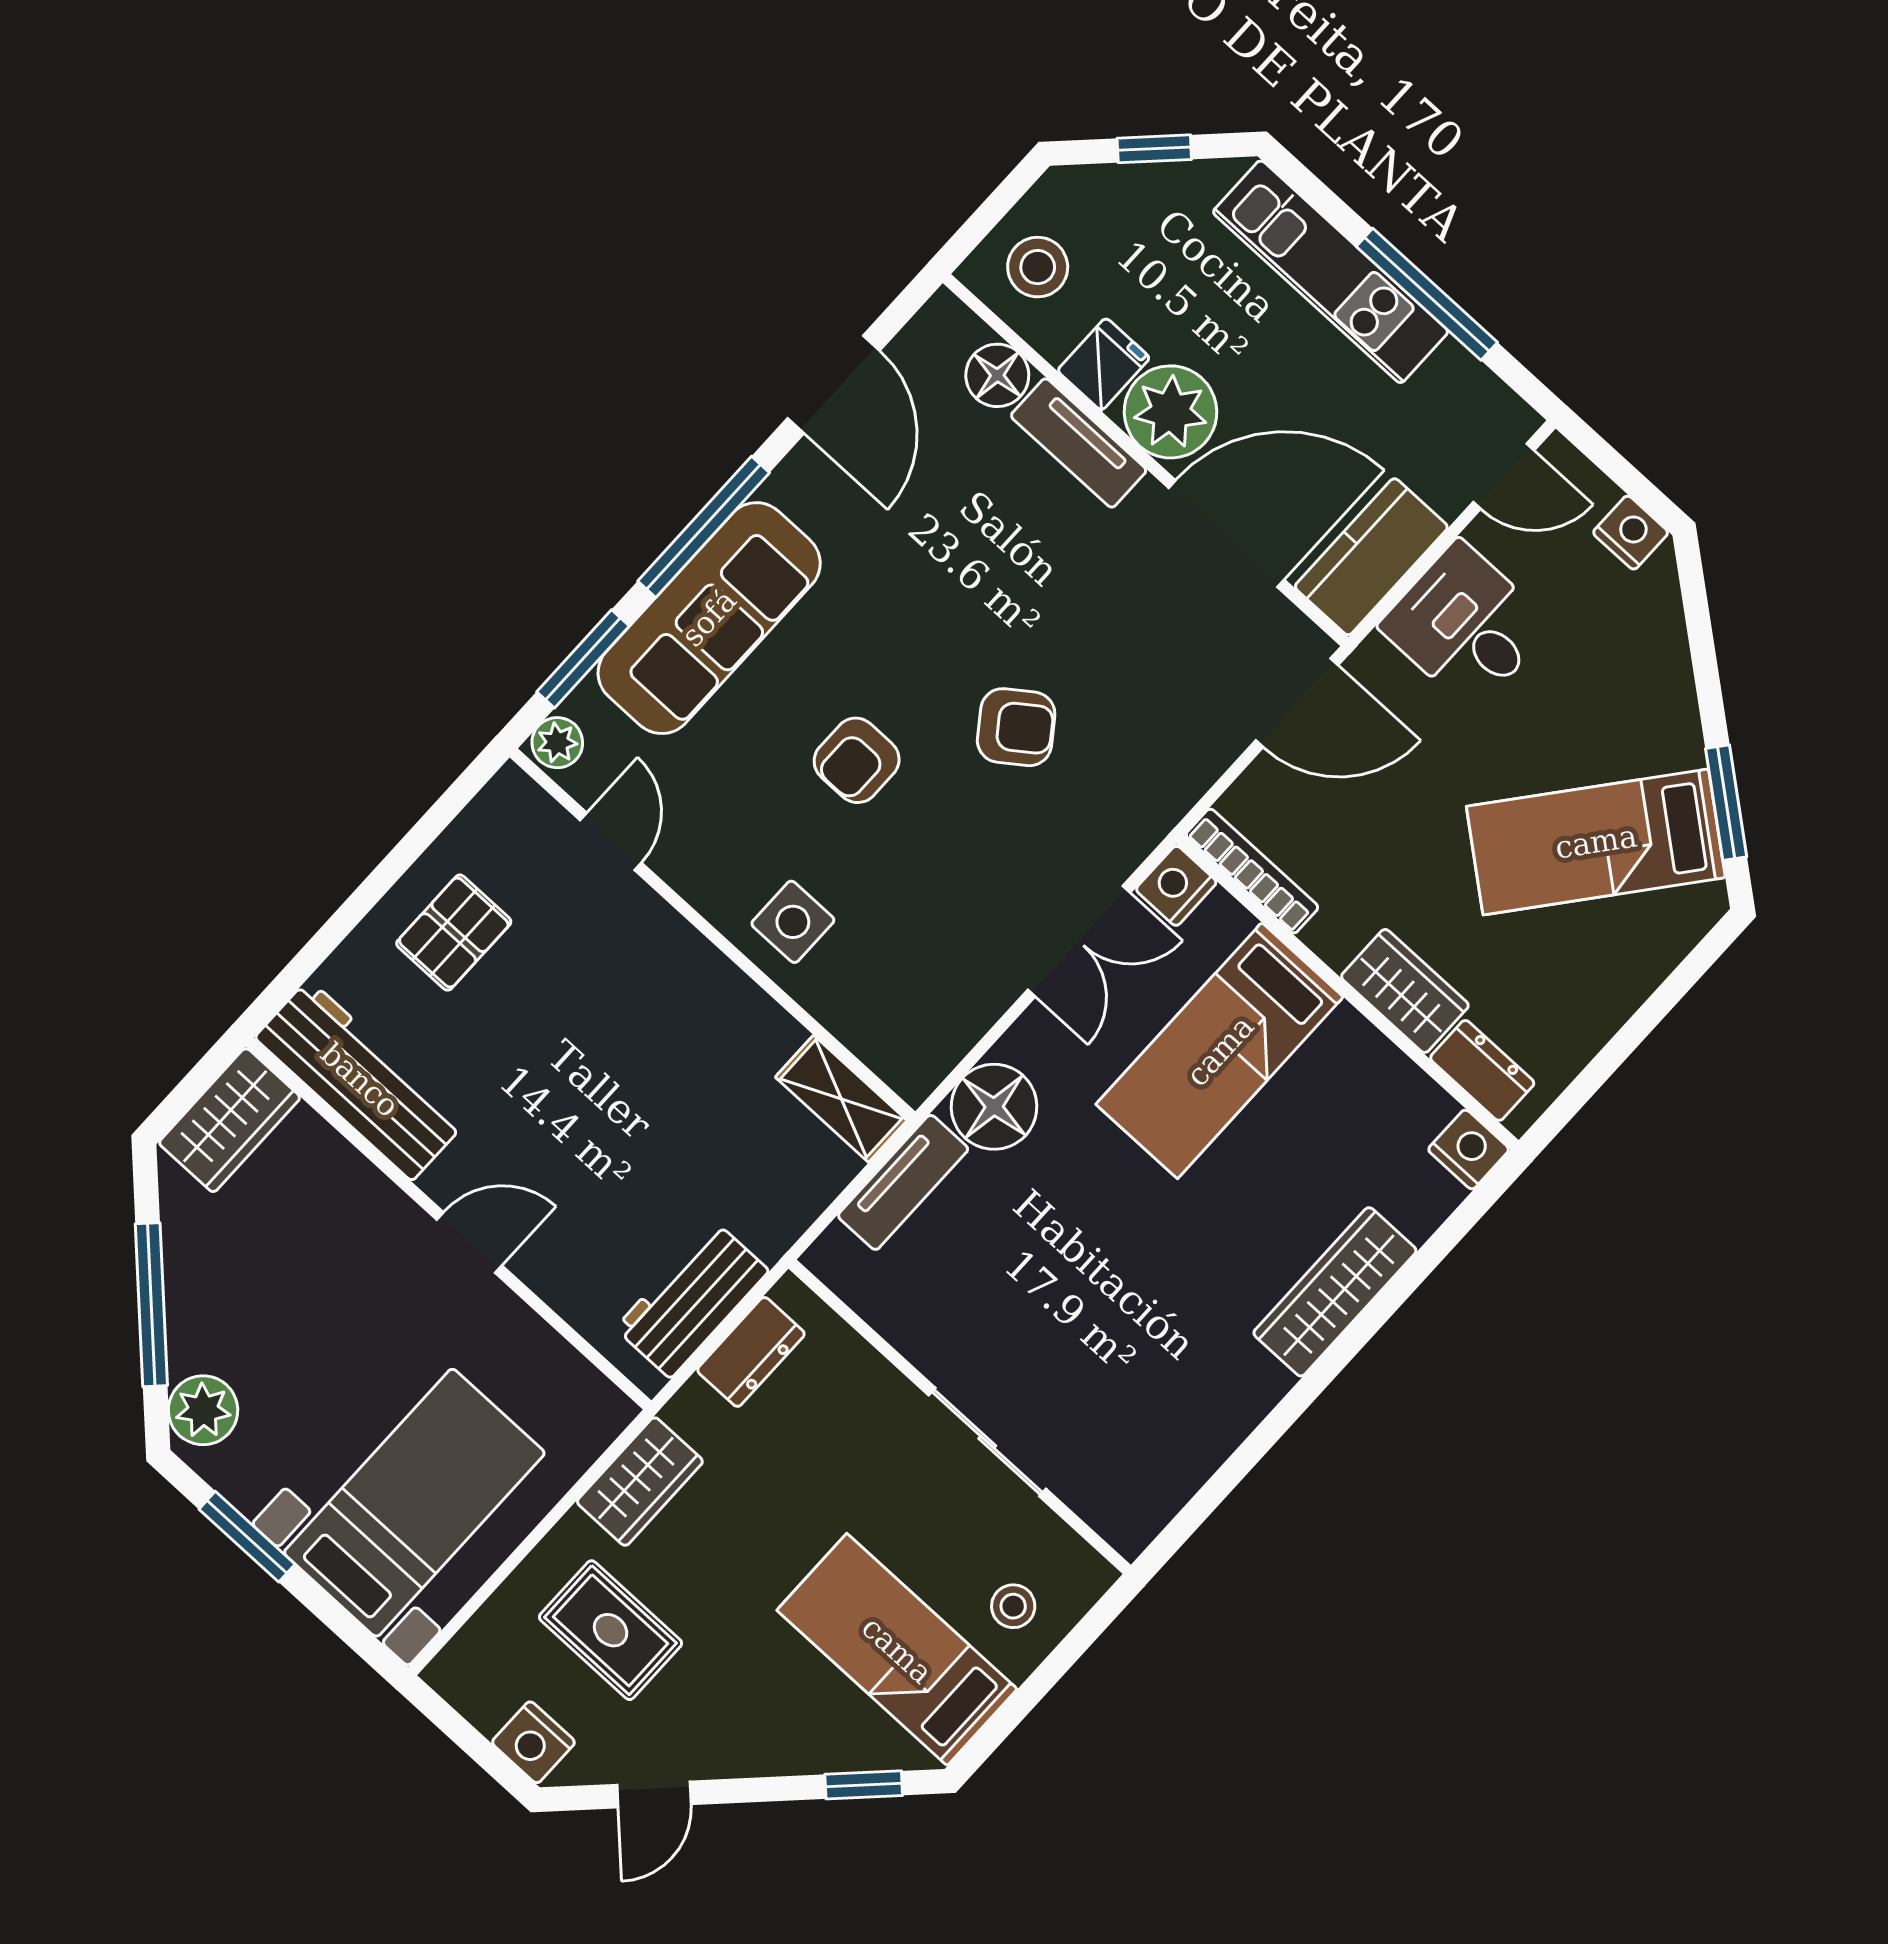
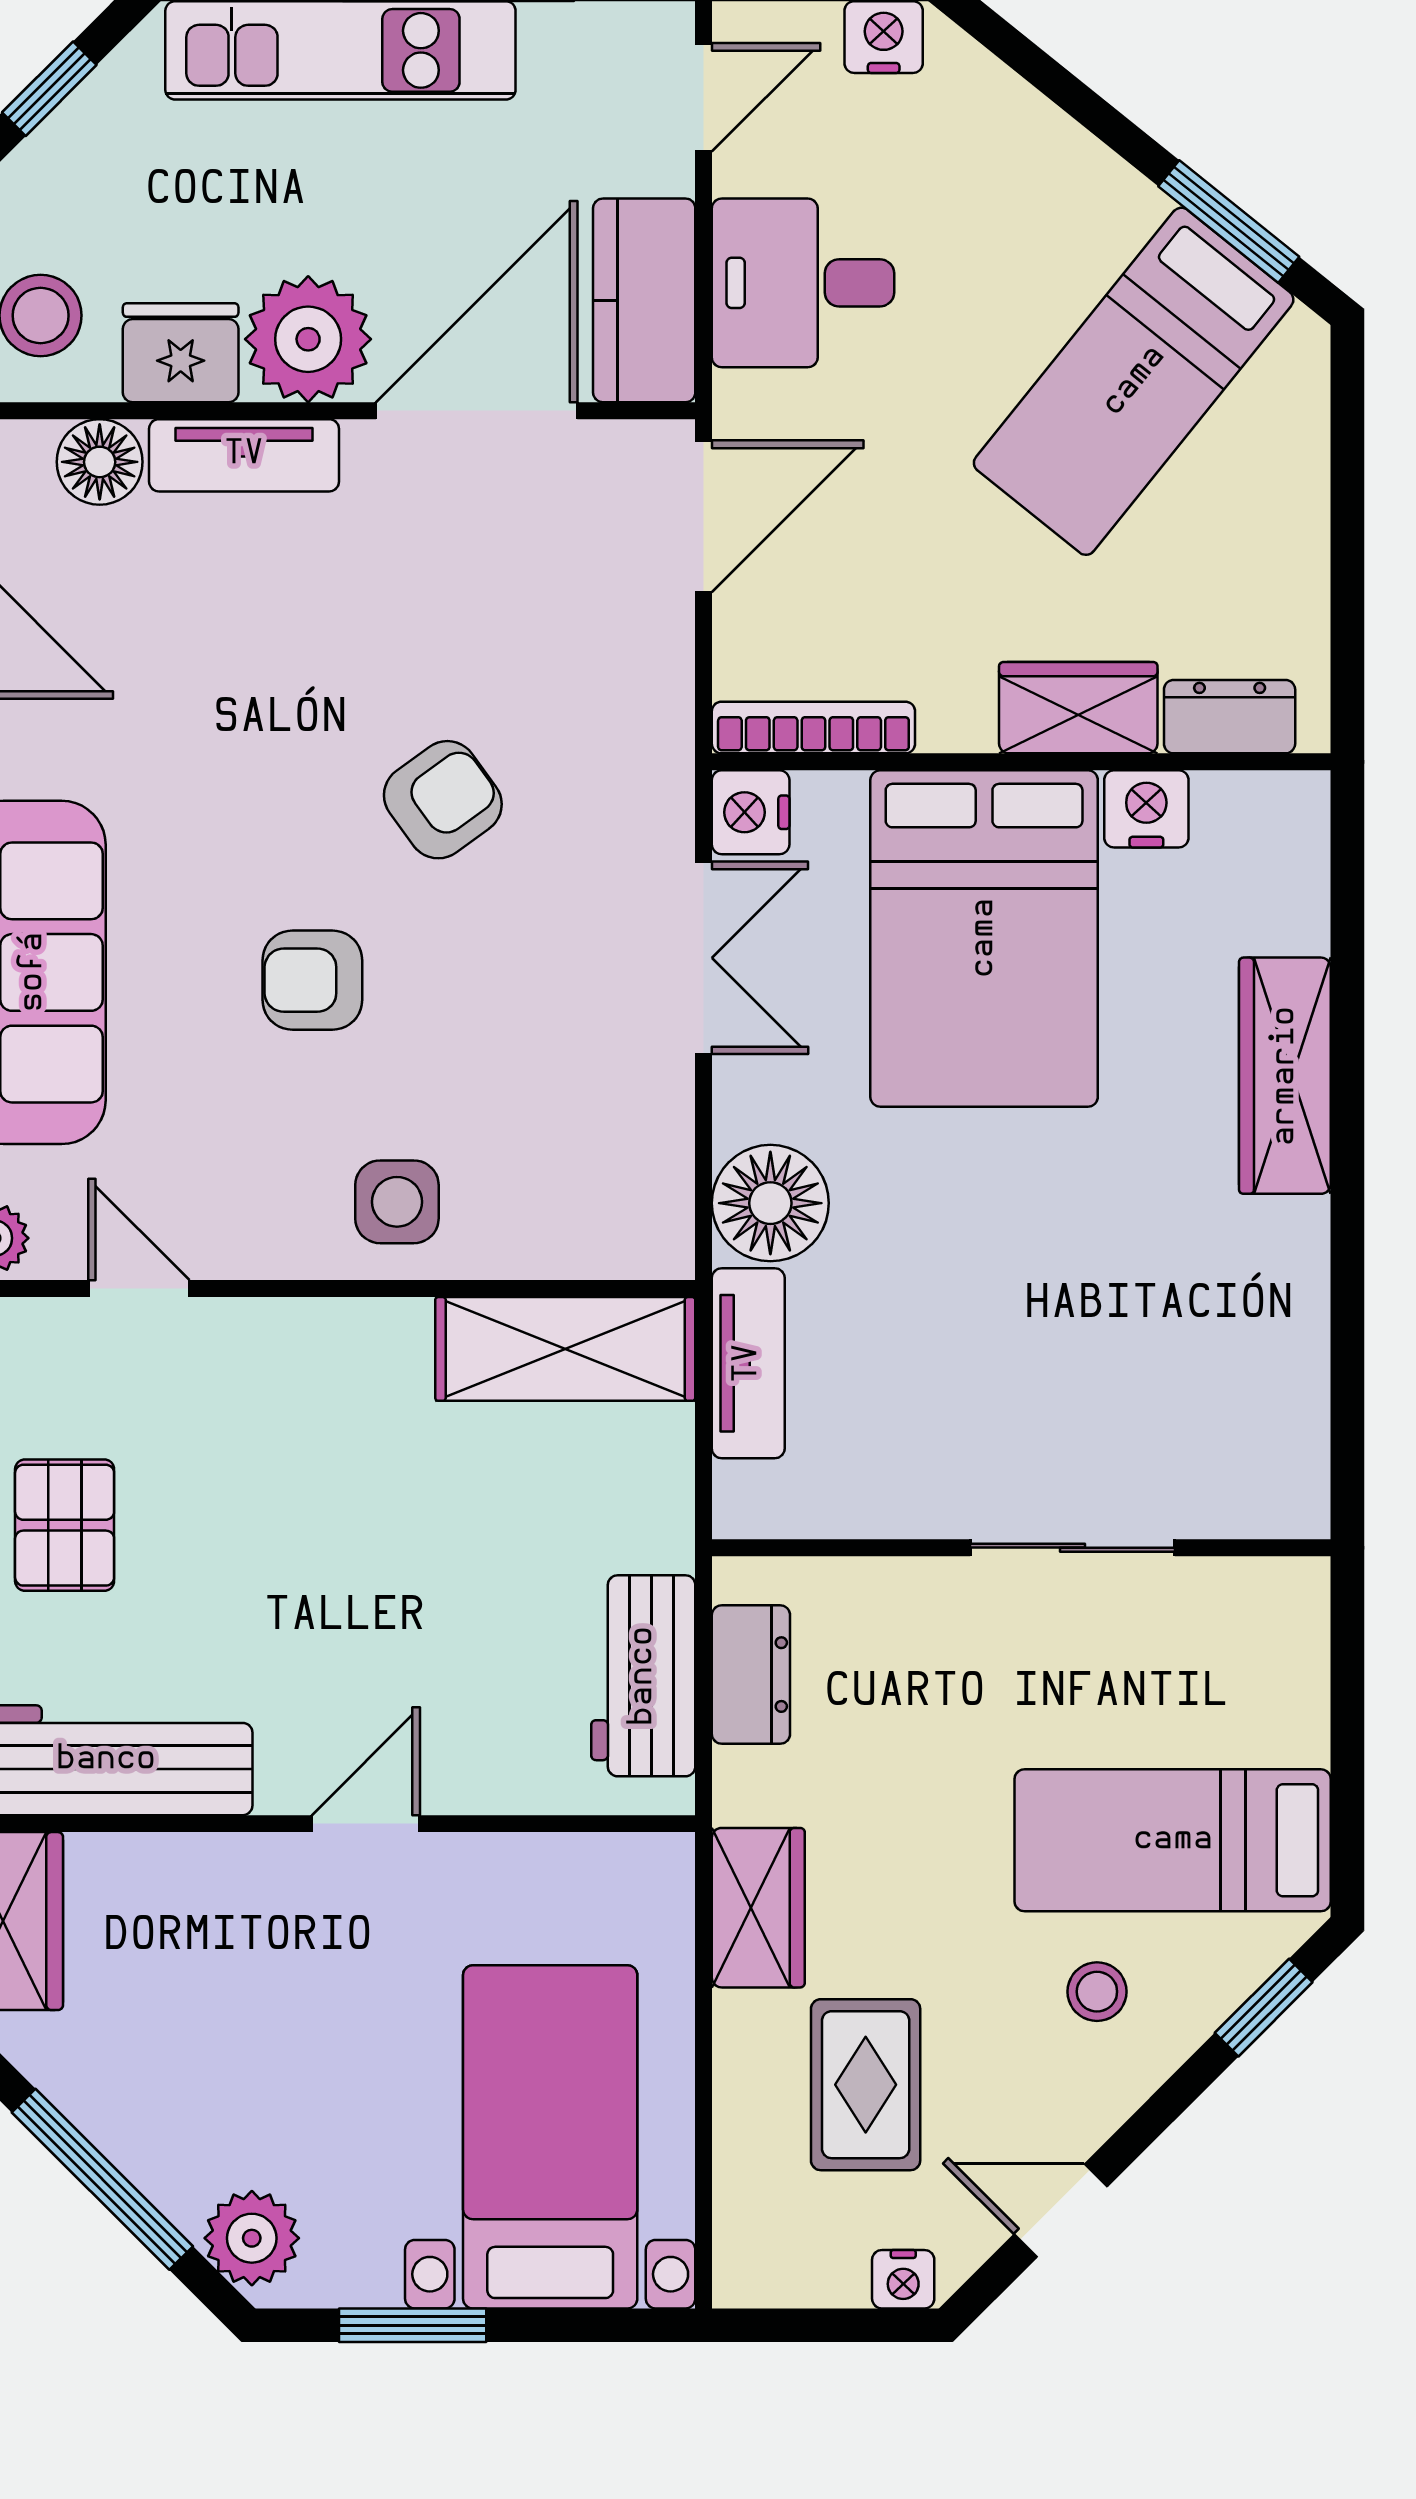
fridge: (1104, 364) -> (181, 353), width x1.38
armchair: (857, 760) -> (312, 980), turned 90
bed: (1220, 1051) -> (984, 938), width x1.50
shelving: (841, 1099) -> (565, 1349), width x1.50, depth x1.33
nightstand: (1469, 1149) -> (1146, 809), moved
stool: (1013, 1606) -> (1097, 1992), moved
rug: (611, 1630) -> (866, 2085), turned 90
nightstand: (533, 1742) -> (903, 2279), width x0.72, depth x0.74
door: (654, 1794) -> (1061, 2210), swing flipped

